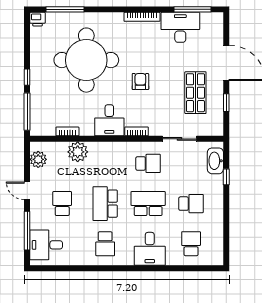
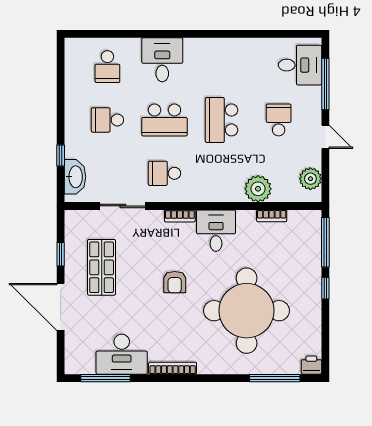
school desk: (62, 204) -> (279, 120), turned 180
school desk: (105, 204) -> (222, 120), turned 180
school desk: (105, 244) -> (222, 67), removed

